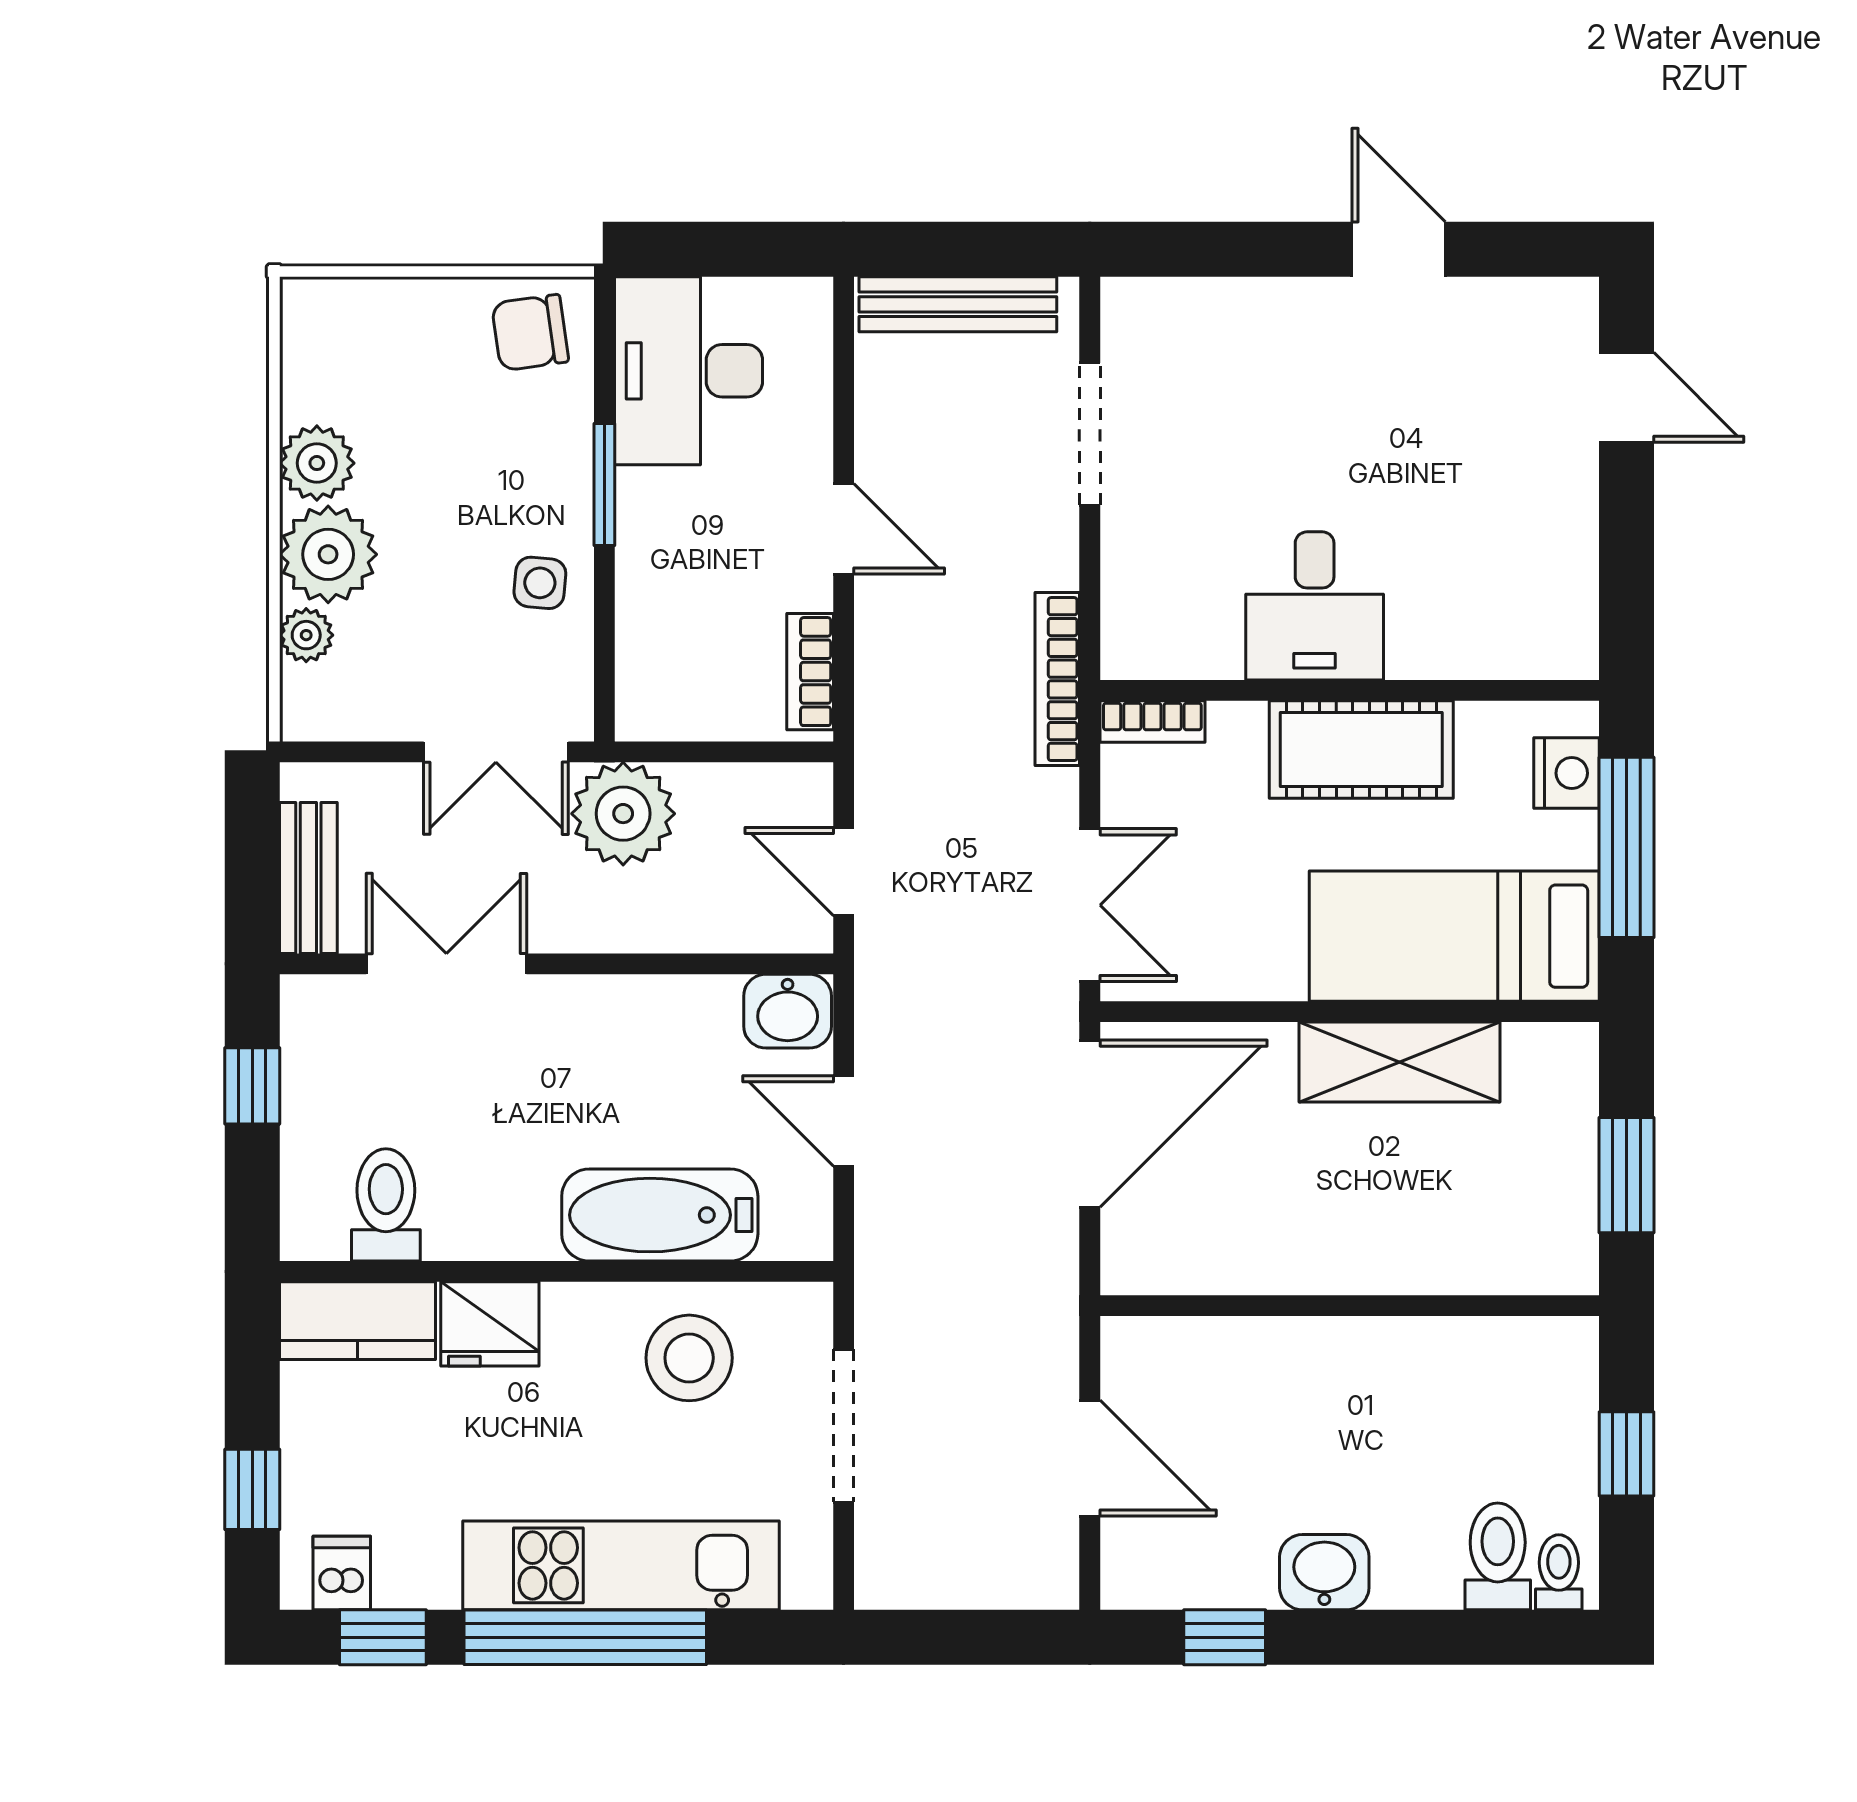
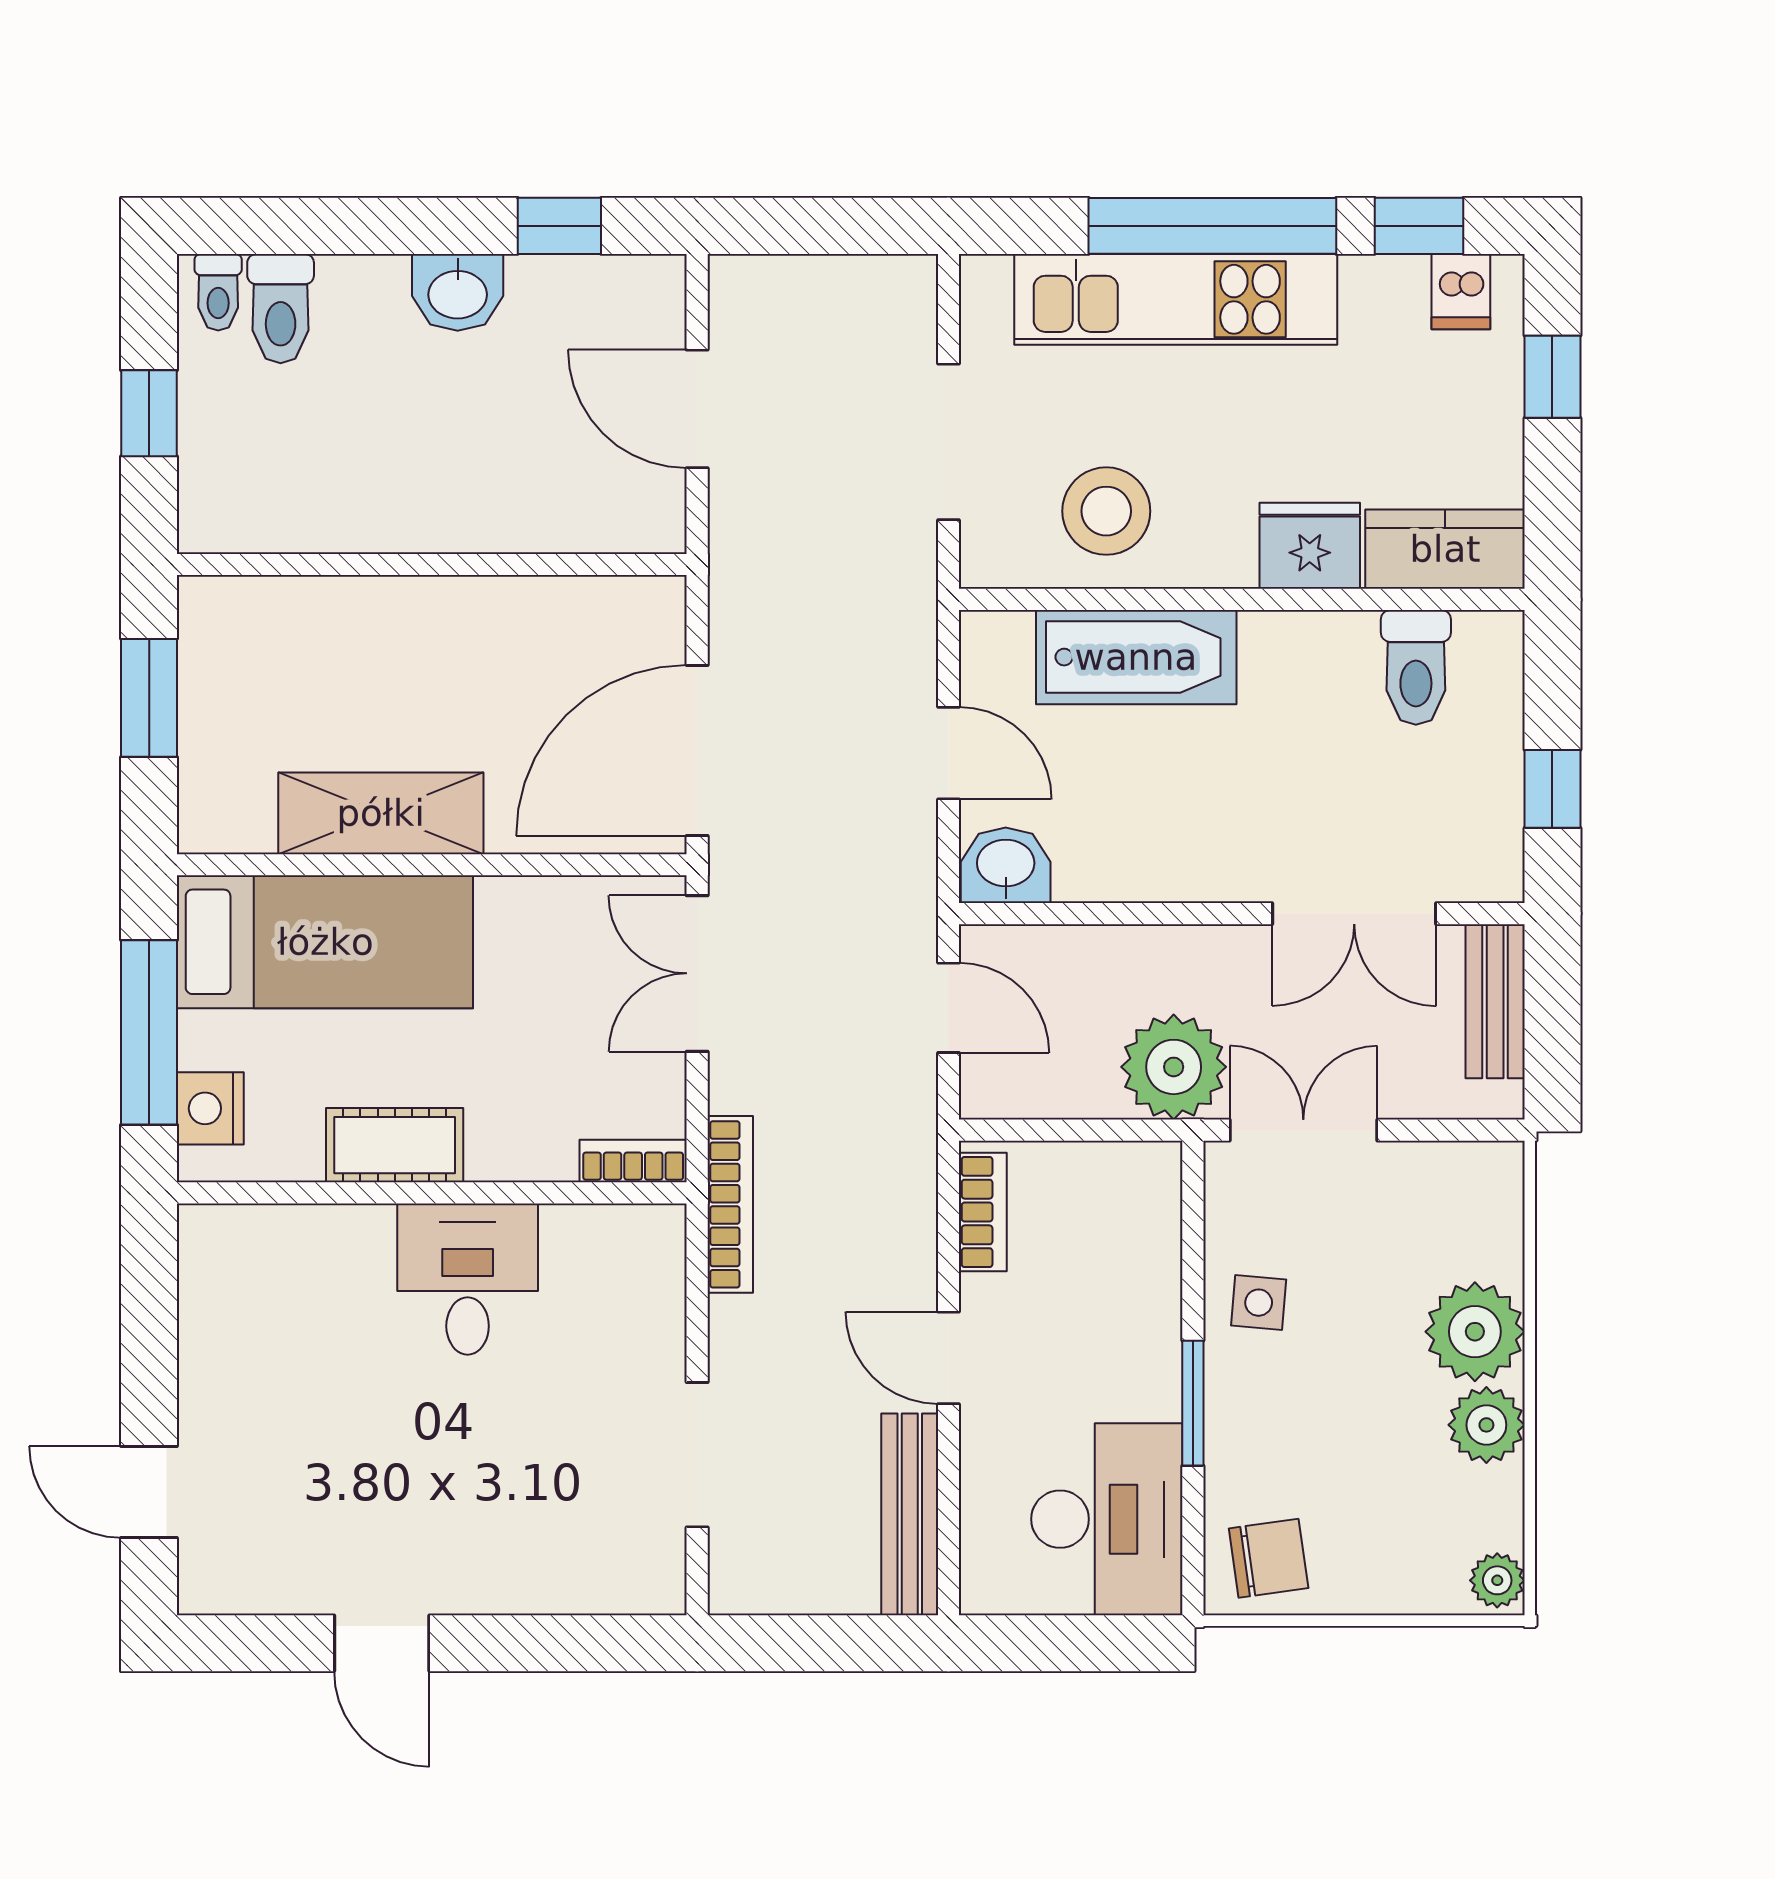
bench: (958, 304) -> (910, 1514), moved, turned 90
plant: (306, 635) -> (1497, 1580), moved
cot: (1361, 749) -> (395, 1145), width x0.73, depth x0.75

